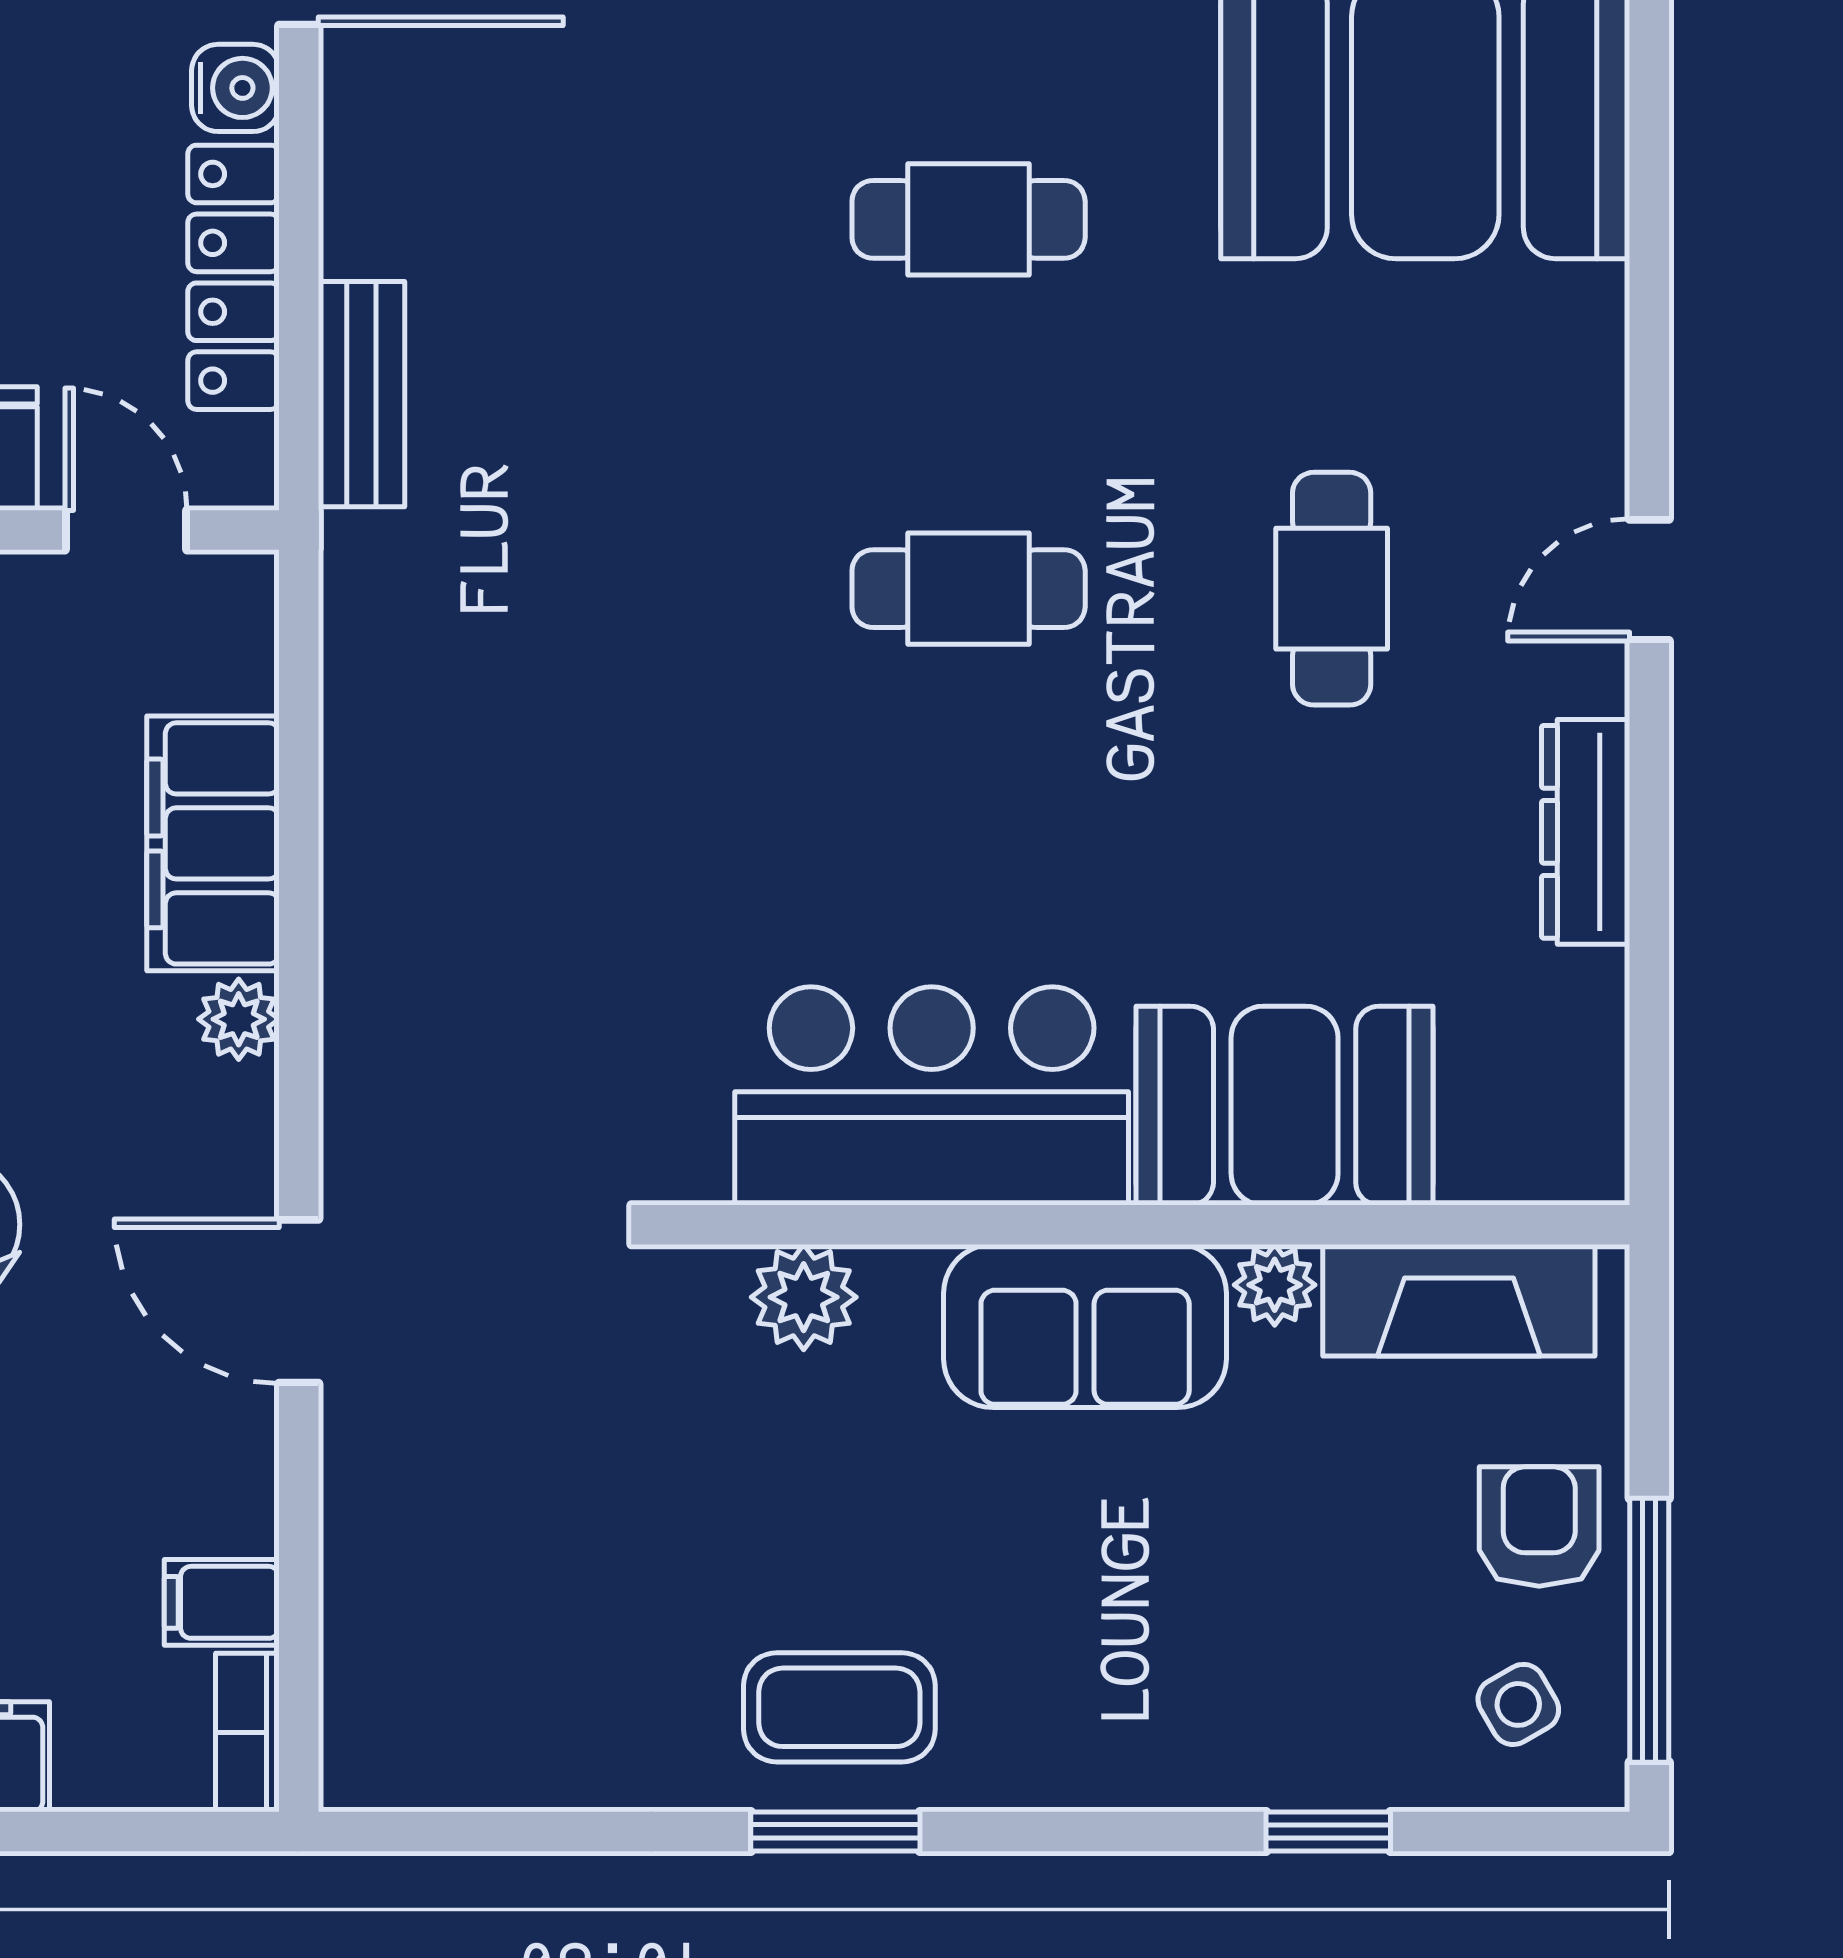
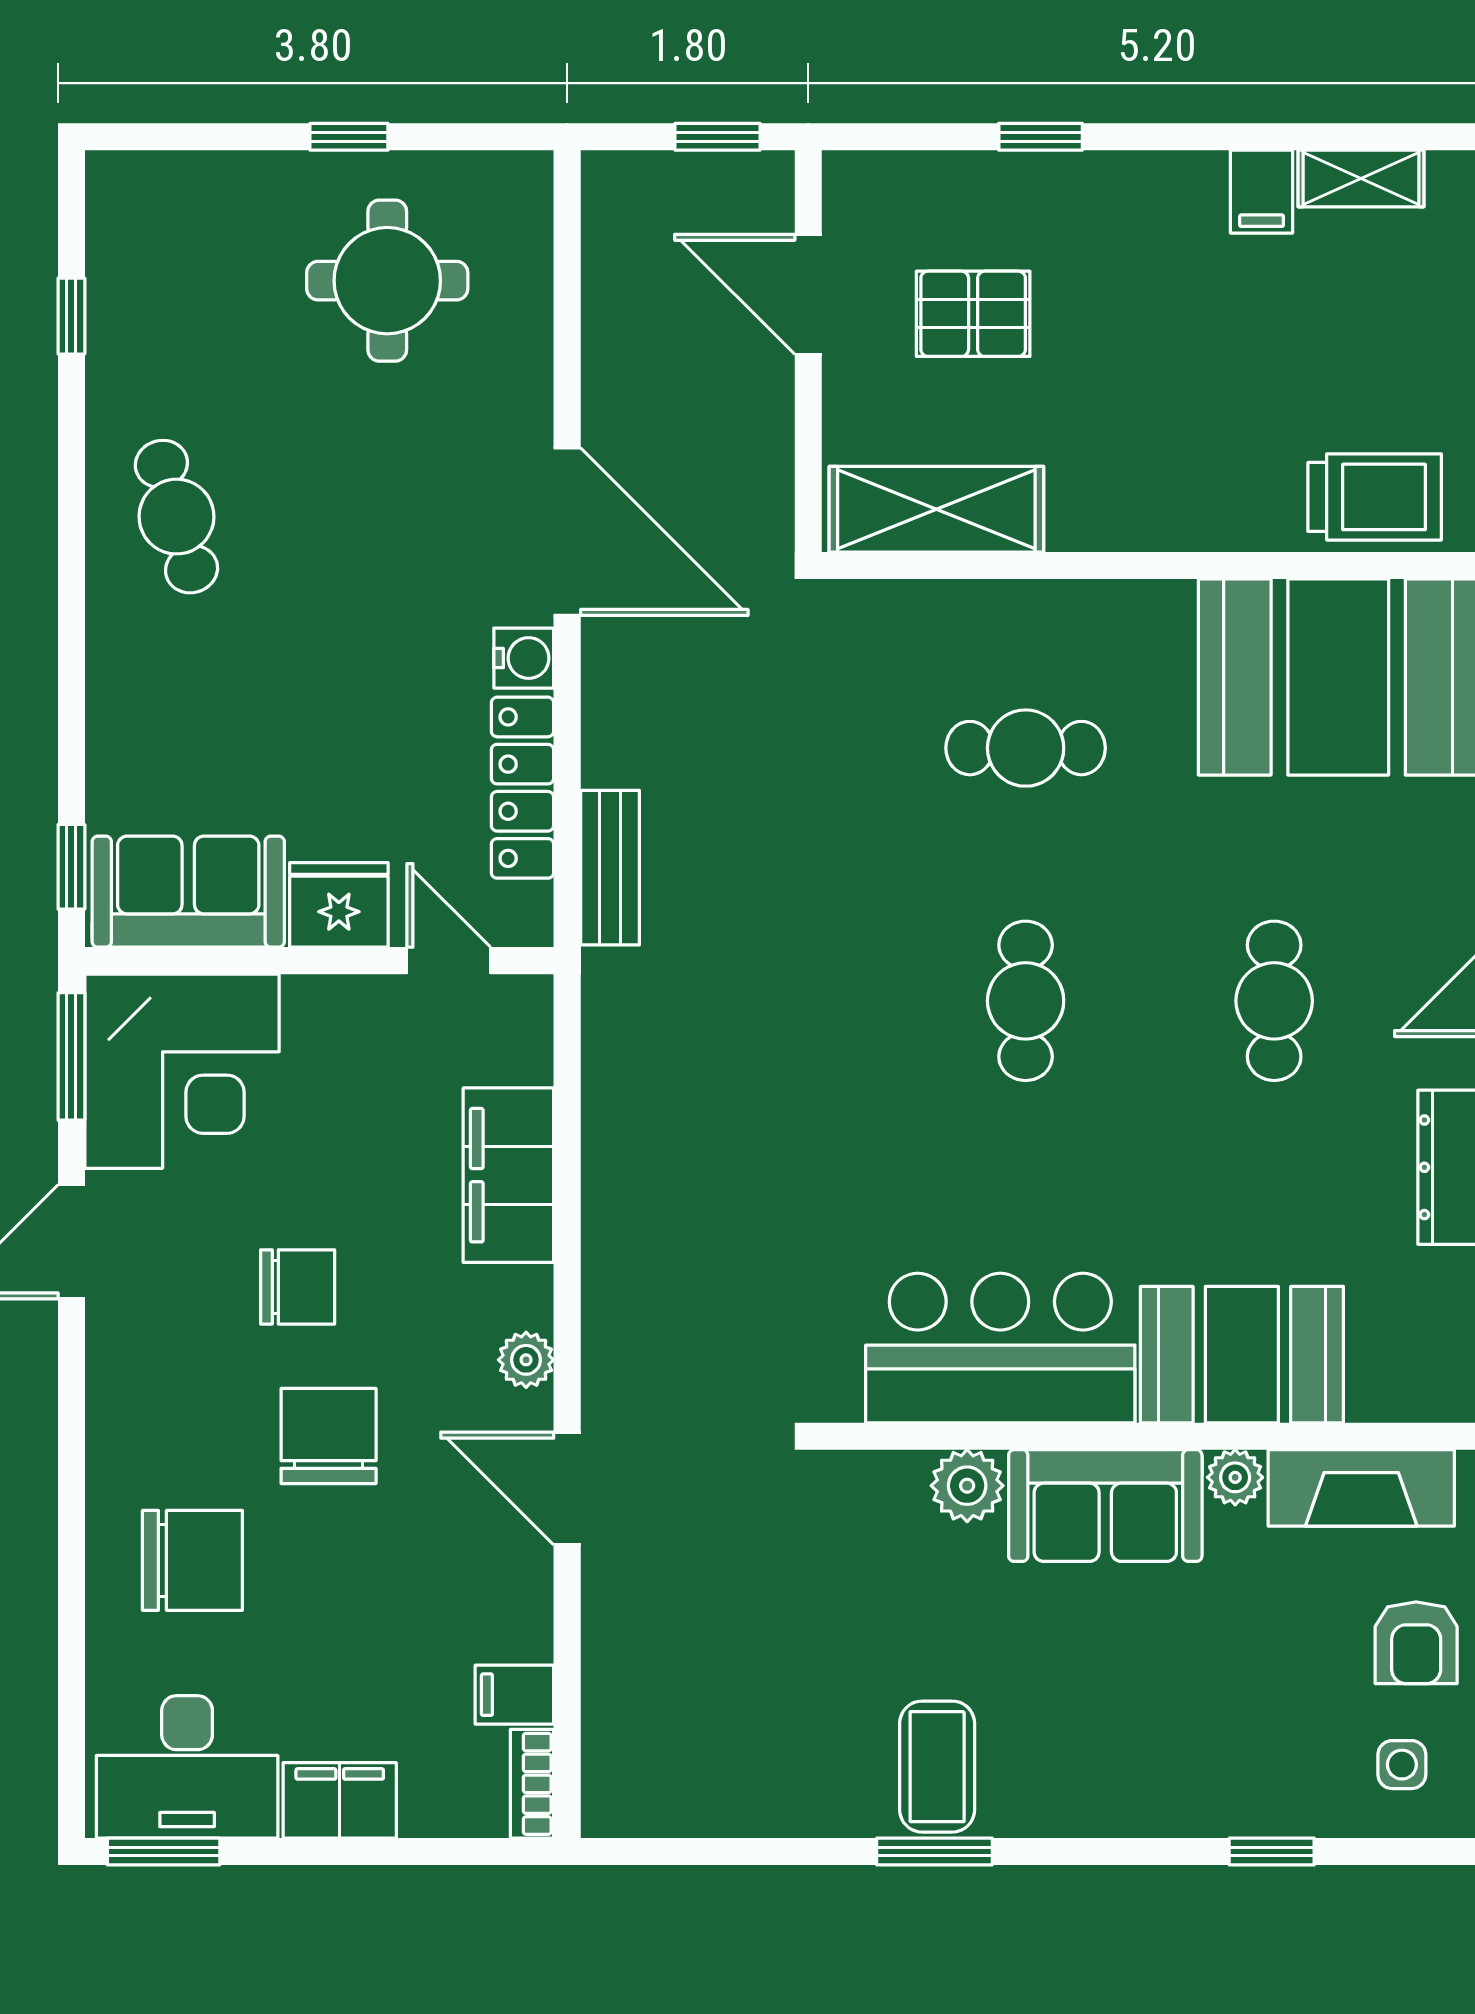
cafe table: (969, 589) -> (1026, 1001), turned 90
plant: (239, 1019) -> (526, 1360), moved
plant: (804, 1297) -> (967, 1486), moved
armchair: (1539, 1527) -> (1416, 1643), turned 180
side table: (1518, 1704) -> (1402, 1765), turned 30
coffee table: (839, 1707) -> (937, 1767), turned 90

